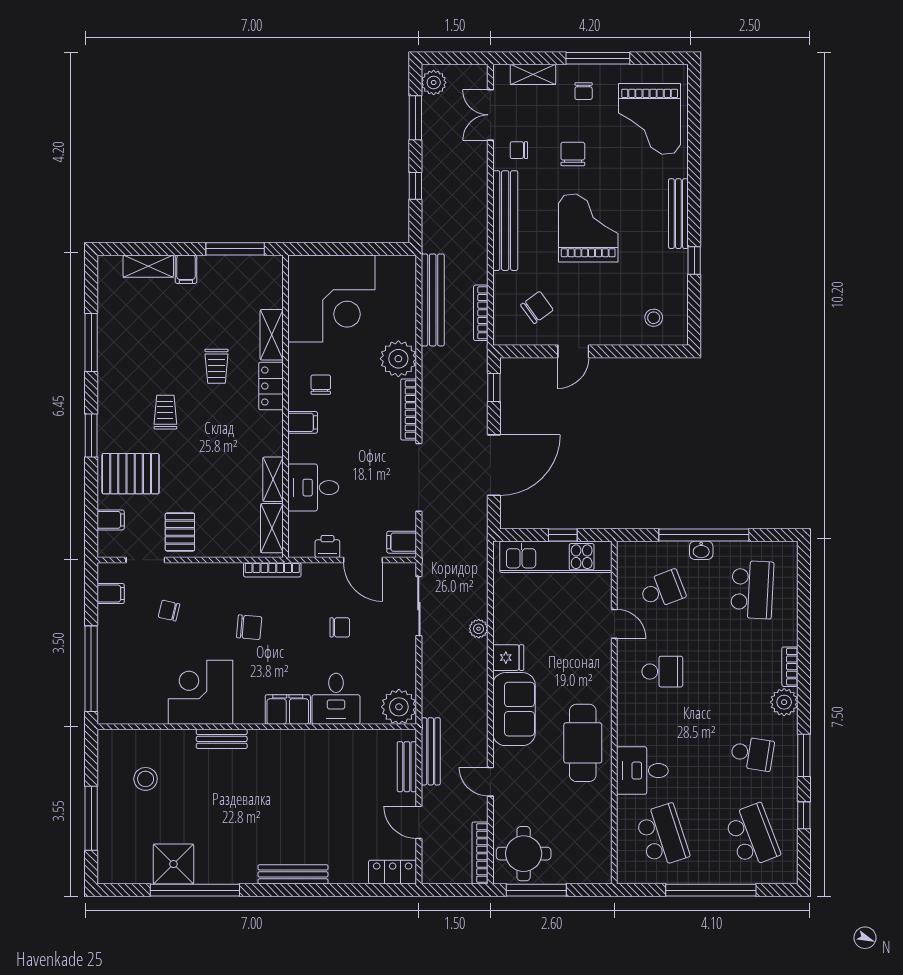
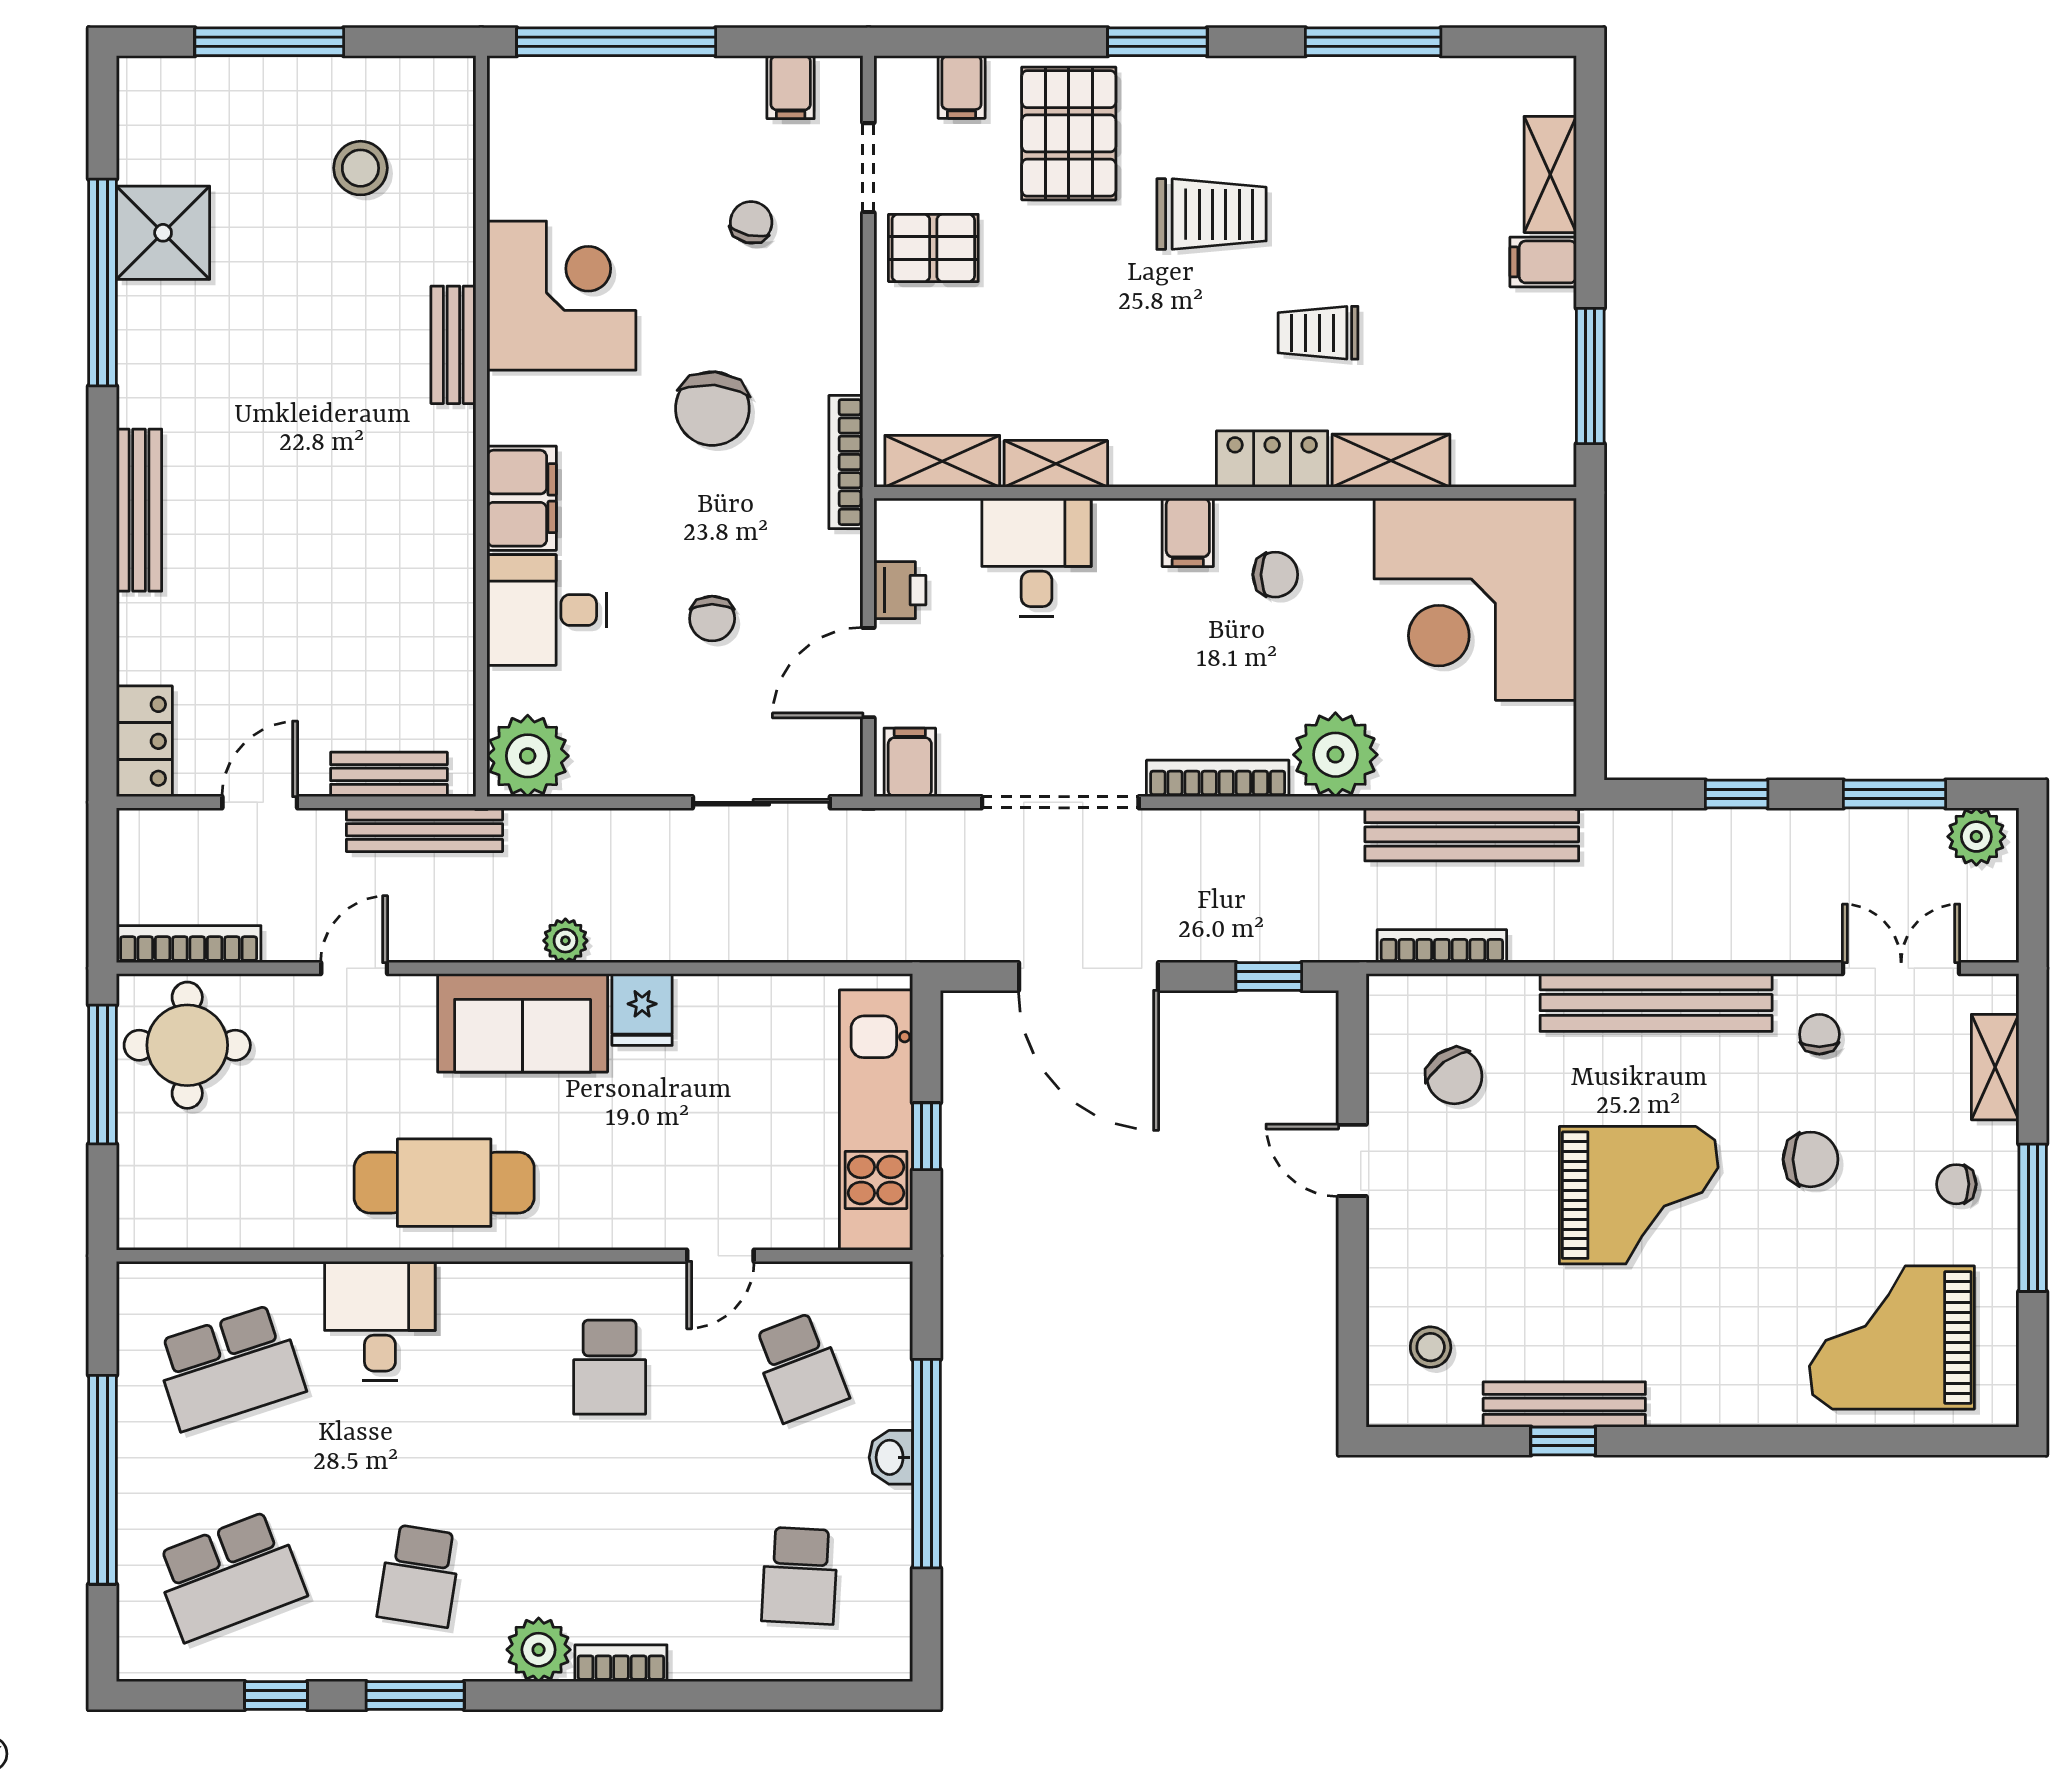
bench: (678, 214) -> (1564, 1404), moved
trolley: (165, 412) -> (1212, 214), width x1.36, depth x1.39
school desk: (752, 590) -> (800, 1576), width x0.54
chair: (249, 627) -> (712, 409), width x1.37, depth x1.37
plant: (479, 629) -> (565, 941), moved

